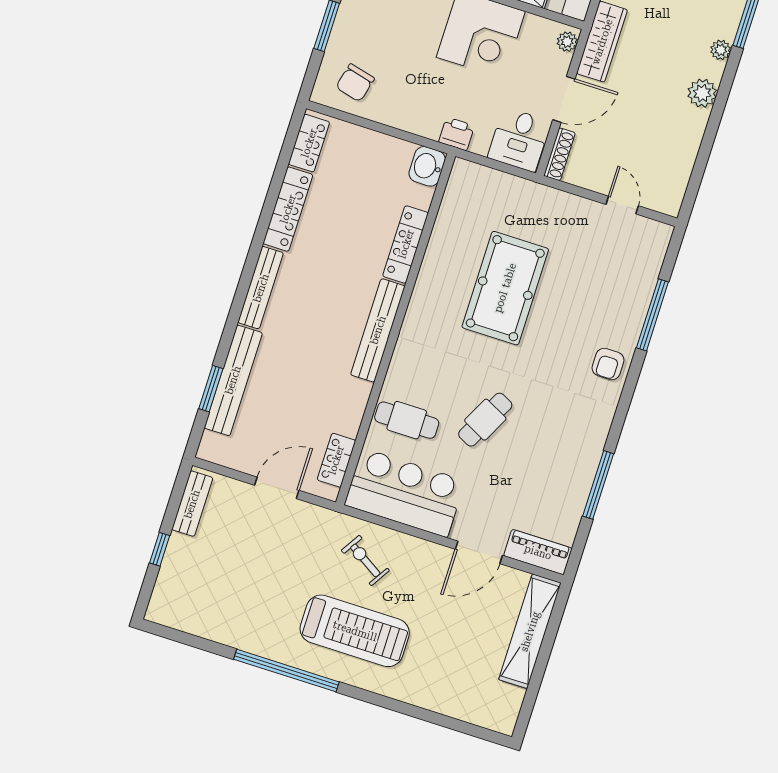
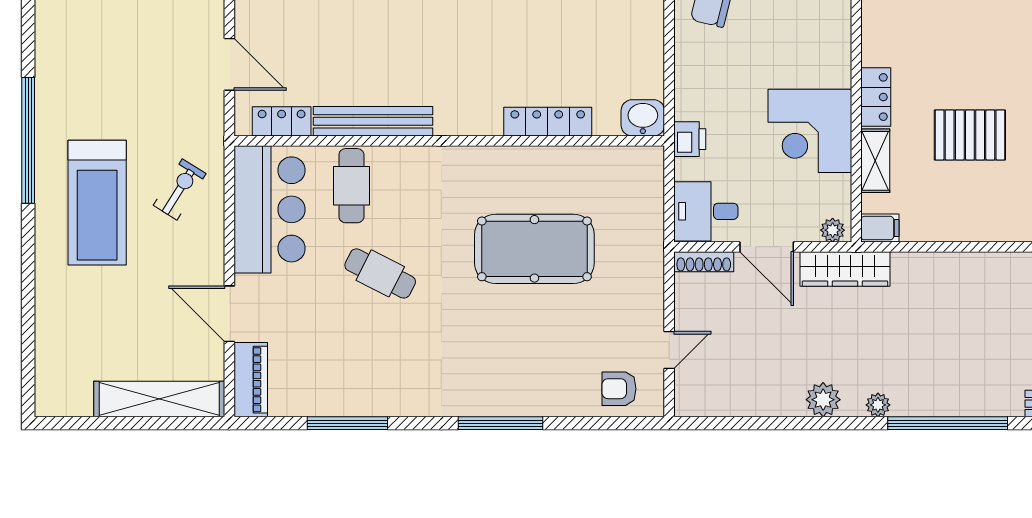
window: (652, 315) -> (501, 423), moved
bench: (378, 330) -> (373, 121), moved
armchair: (608, 364) -> (619, 389), moved

